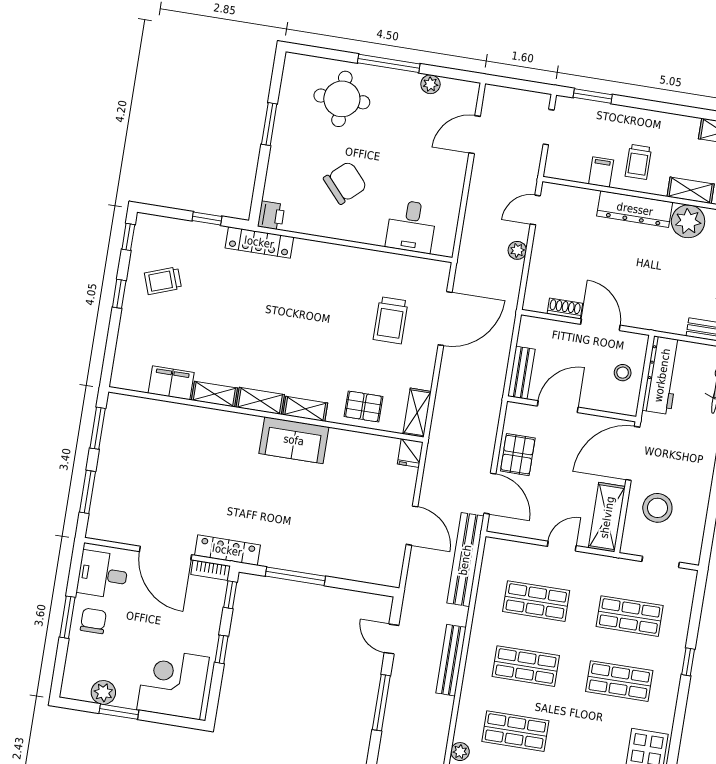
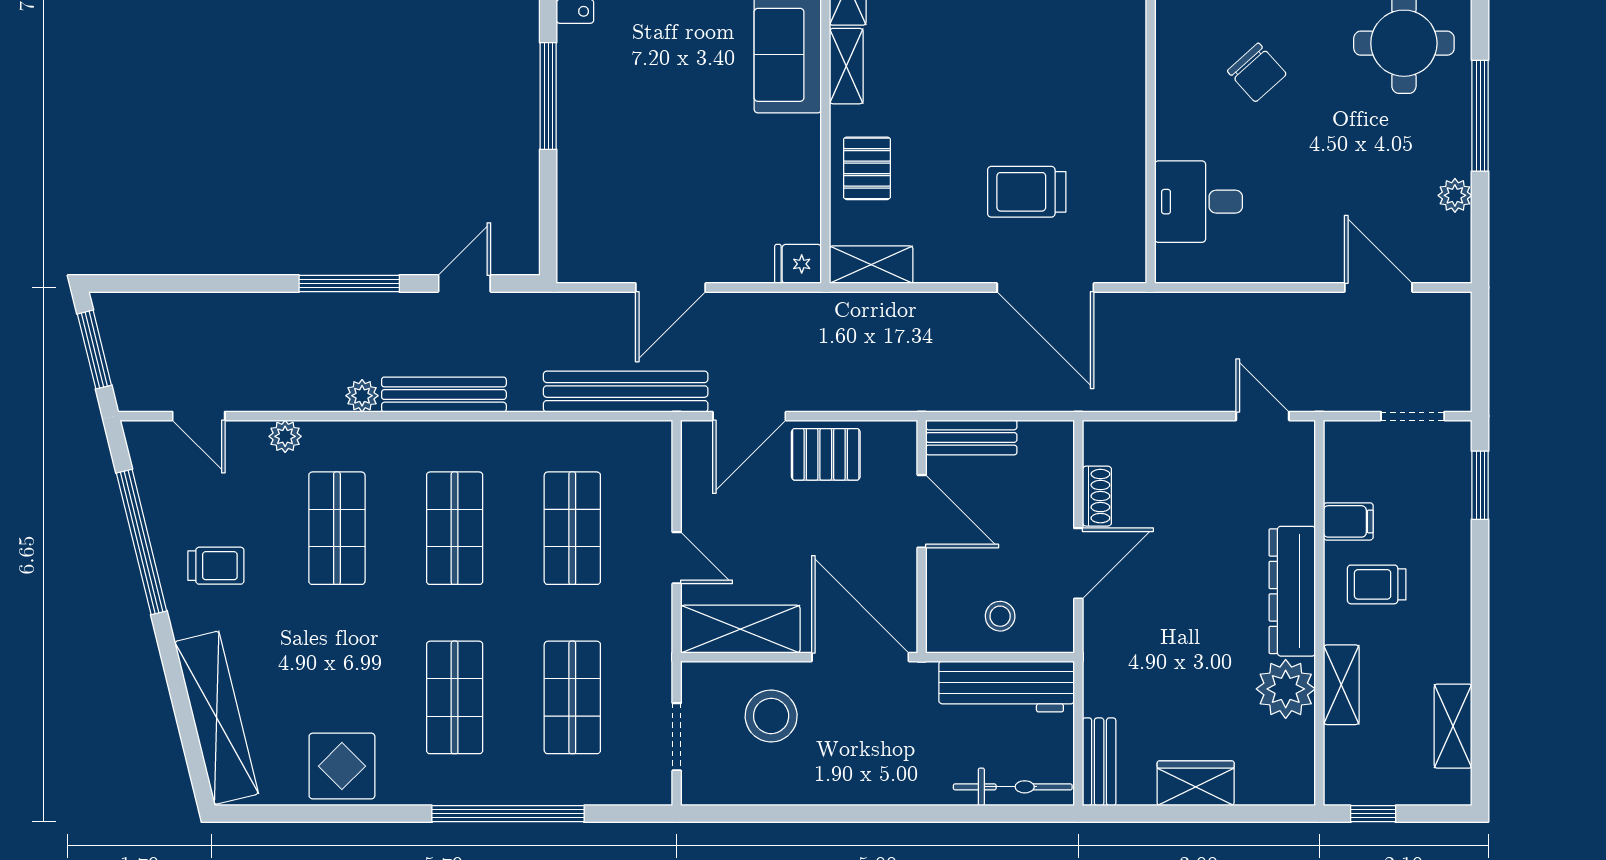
chair: (345, 183) -> (1257, 73), width x0.73, depth x0.73
plant: (517, 250) -> (362, 396), moved
window: (688, 662) -> (508, 814), width x3.17

